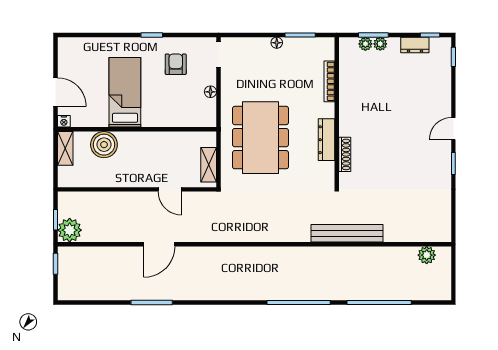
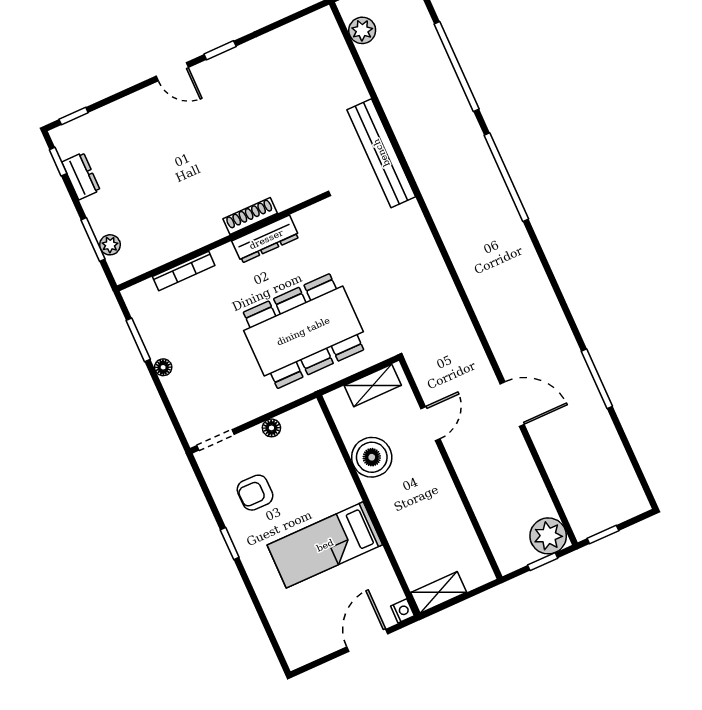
plant: (380, 44) -> (101, 224), removed
boiler: (104, 145) -> (372, 457), moved
shoe rack: (345, 154) -> (250, 216), moved

